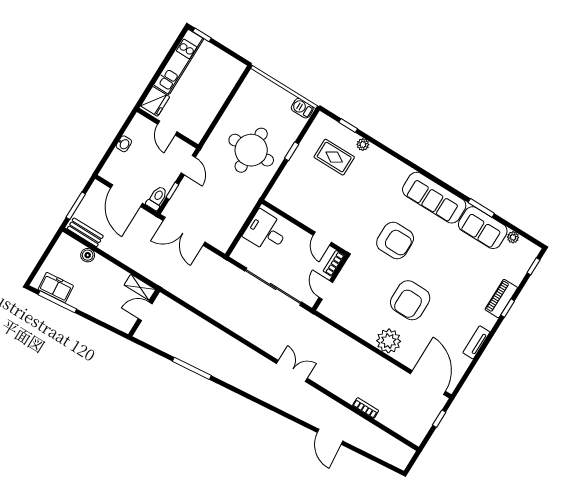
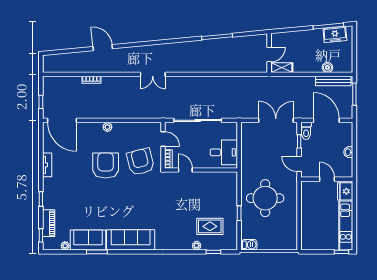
bench: (85, 232) -> (333, 81), width x1.36
armchair: (395, 241) -> (140, 162), moved, turned 76
piano: (501, 299) -> (49, 223), moved
plant: (389, 341) -> (107, 127), width x0.53, depth x0.53

